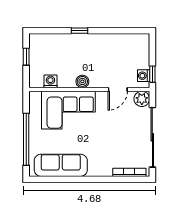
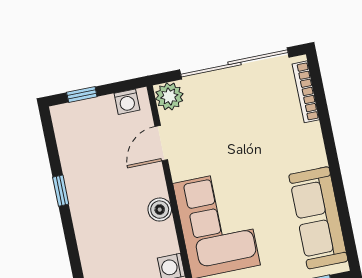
window: (79, 31) -> (61, 191), moved
window: (152, 74) -> (82, 94), moved
door: (118, 89) -> (161, 143), swing flipped

